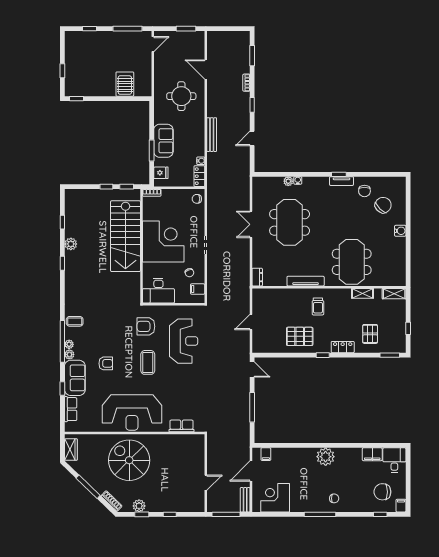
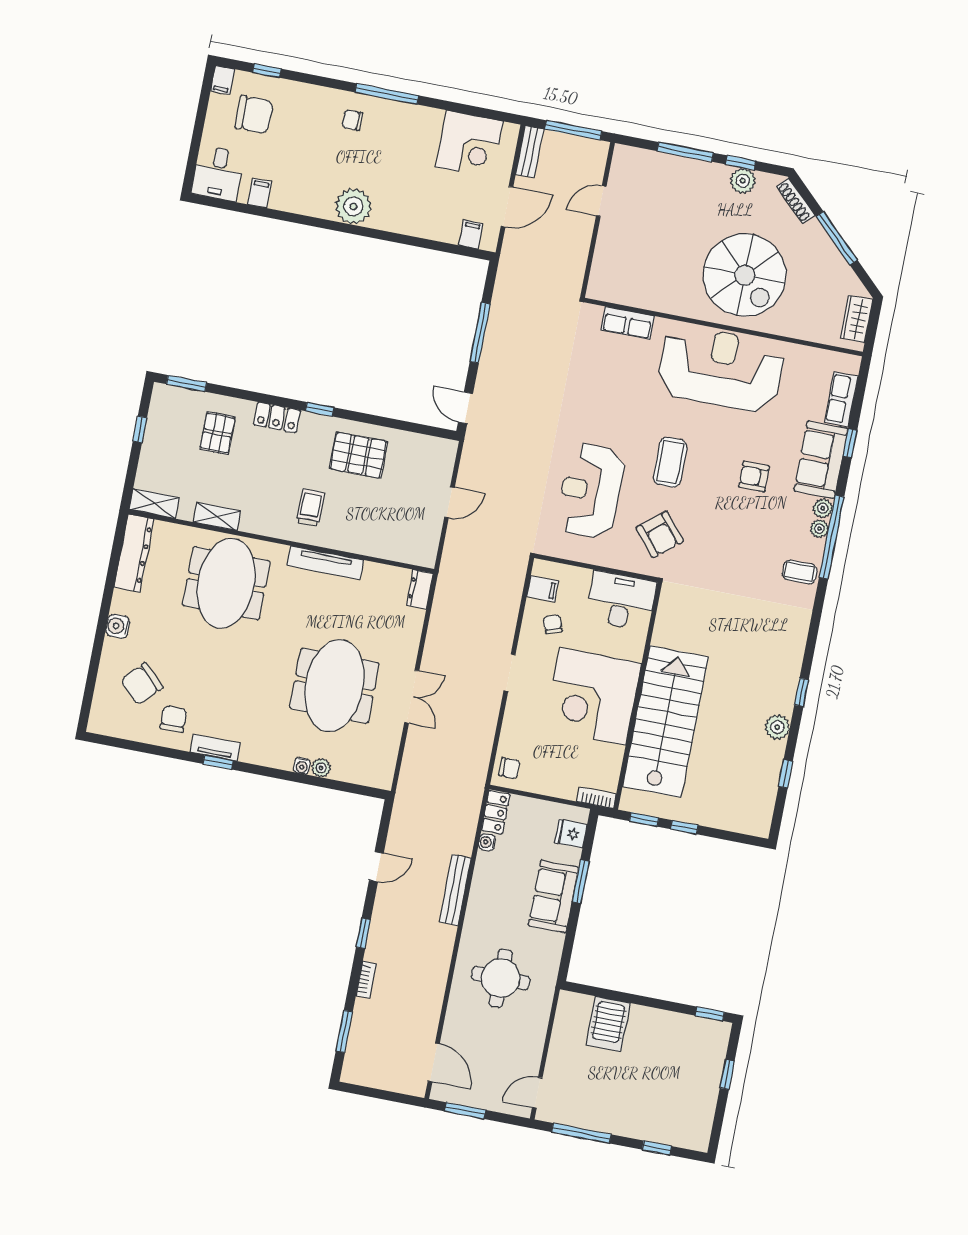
door: (206, 70) -> (434, 1062), moved
dresser: (399, 268) -> (134, 553), added
armchair: (146, 326) -> (660, 534), turned 50
filing cabinet: (372, 454) -> (260, 193), width x0.50
window: (170, 514) -> (685, 152), width x2.17

